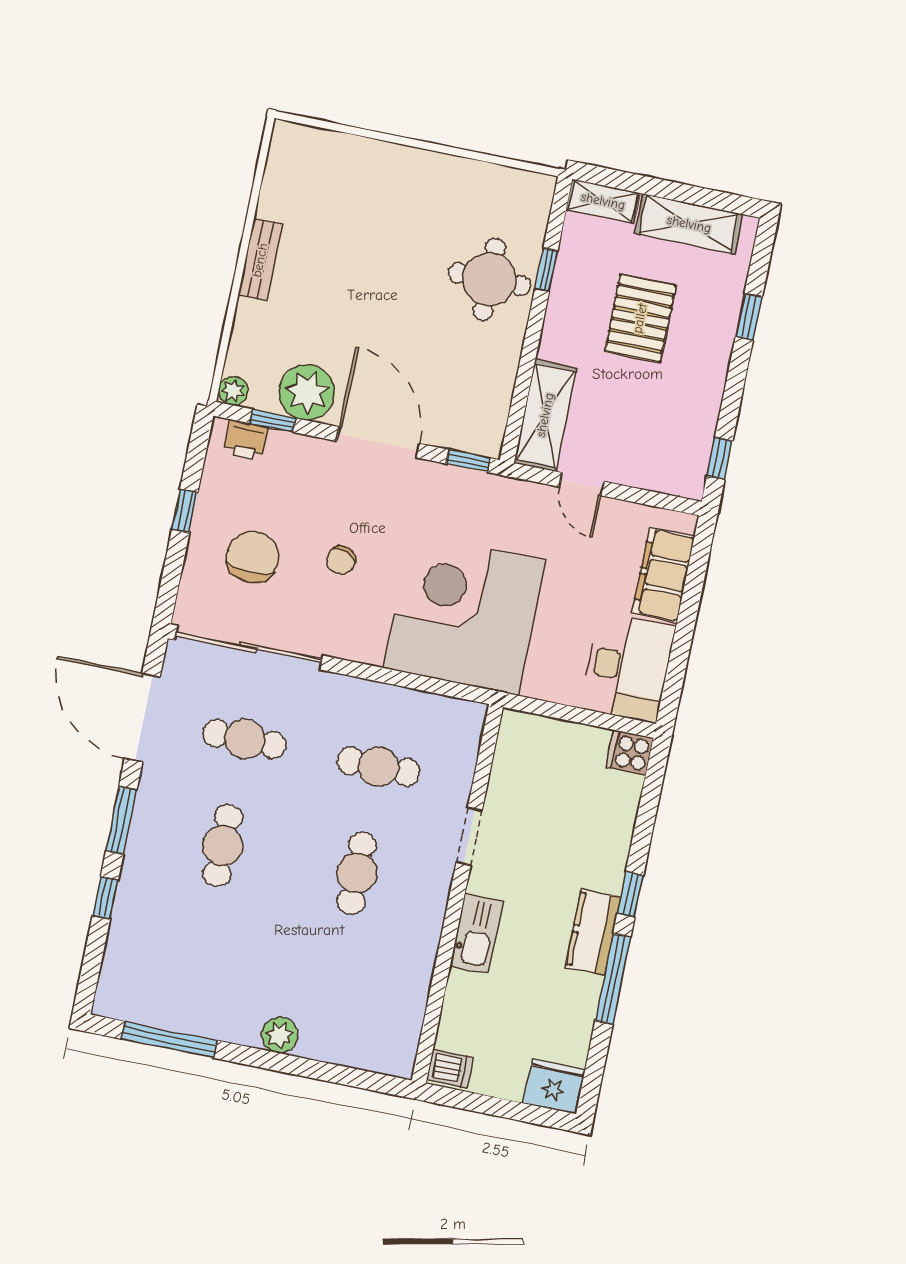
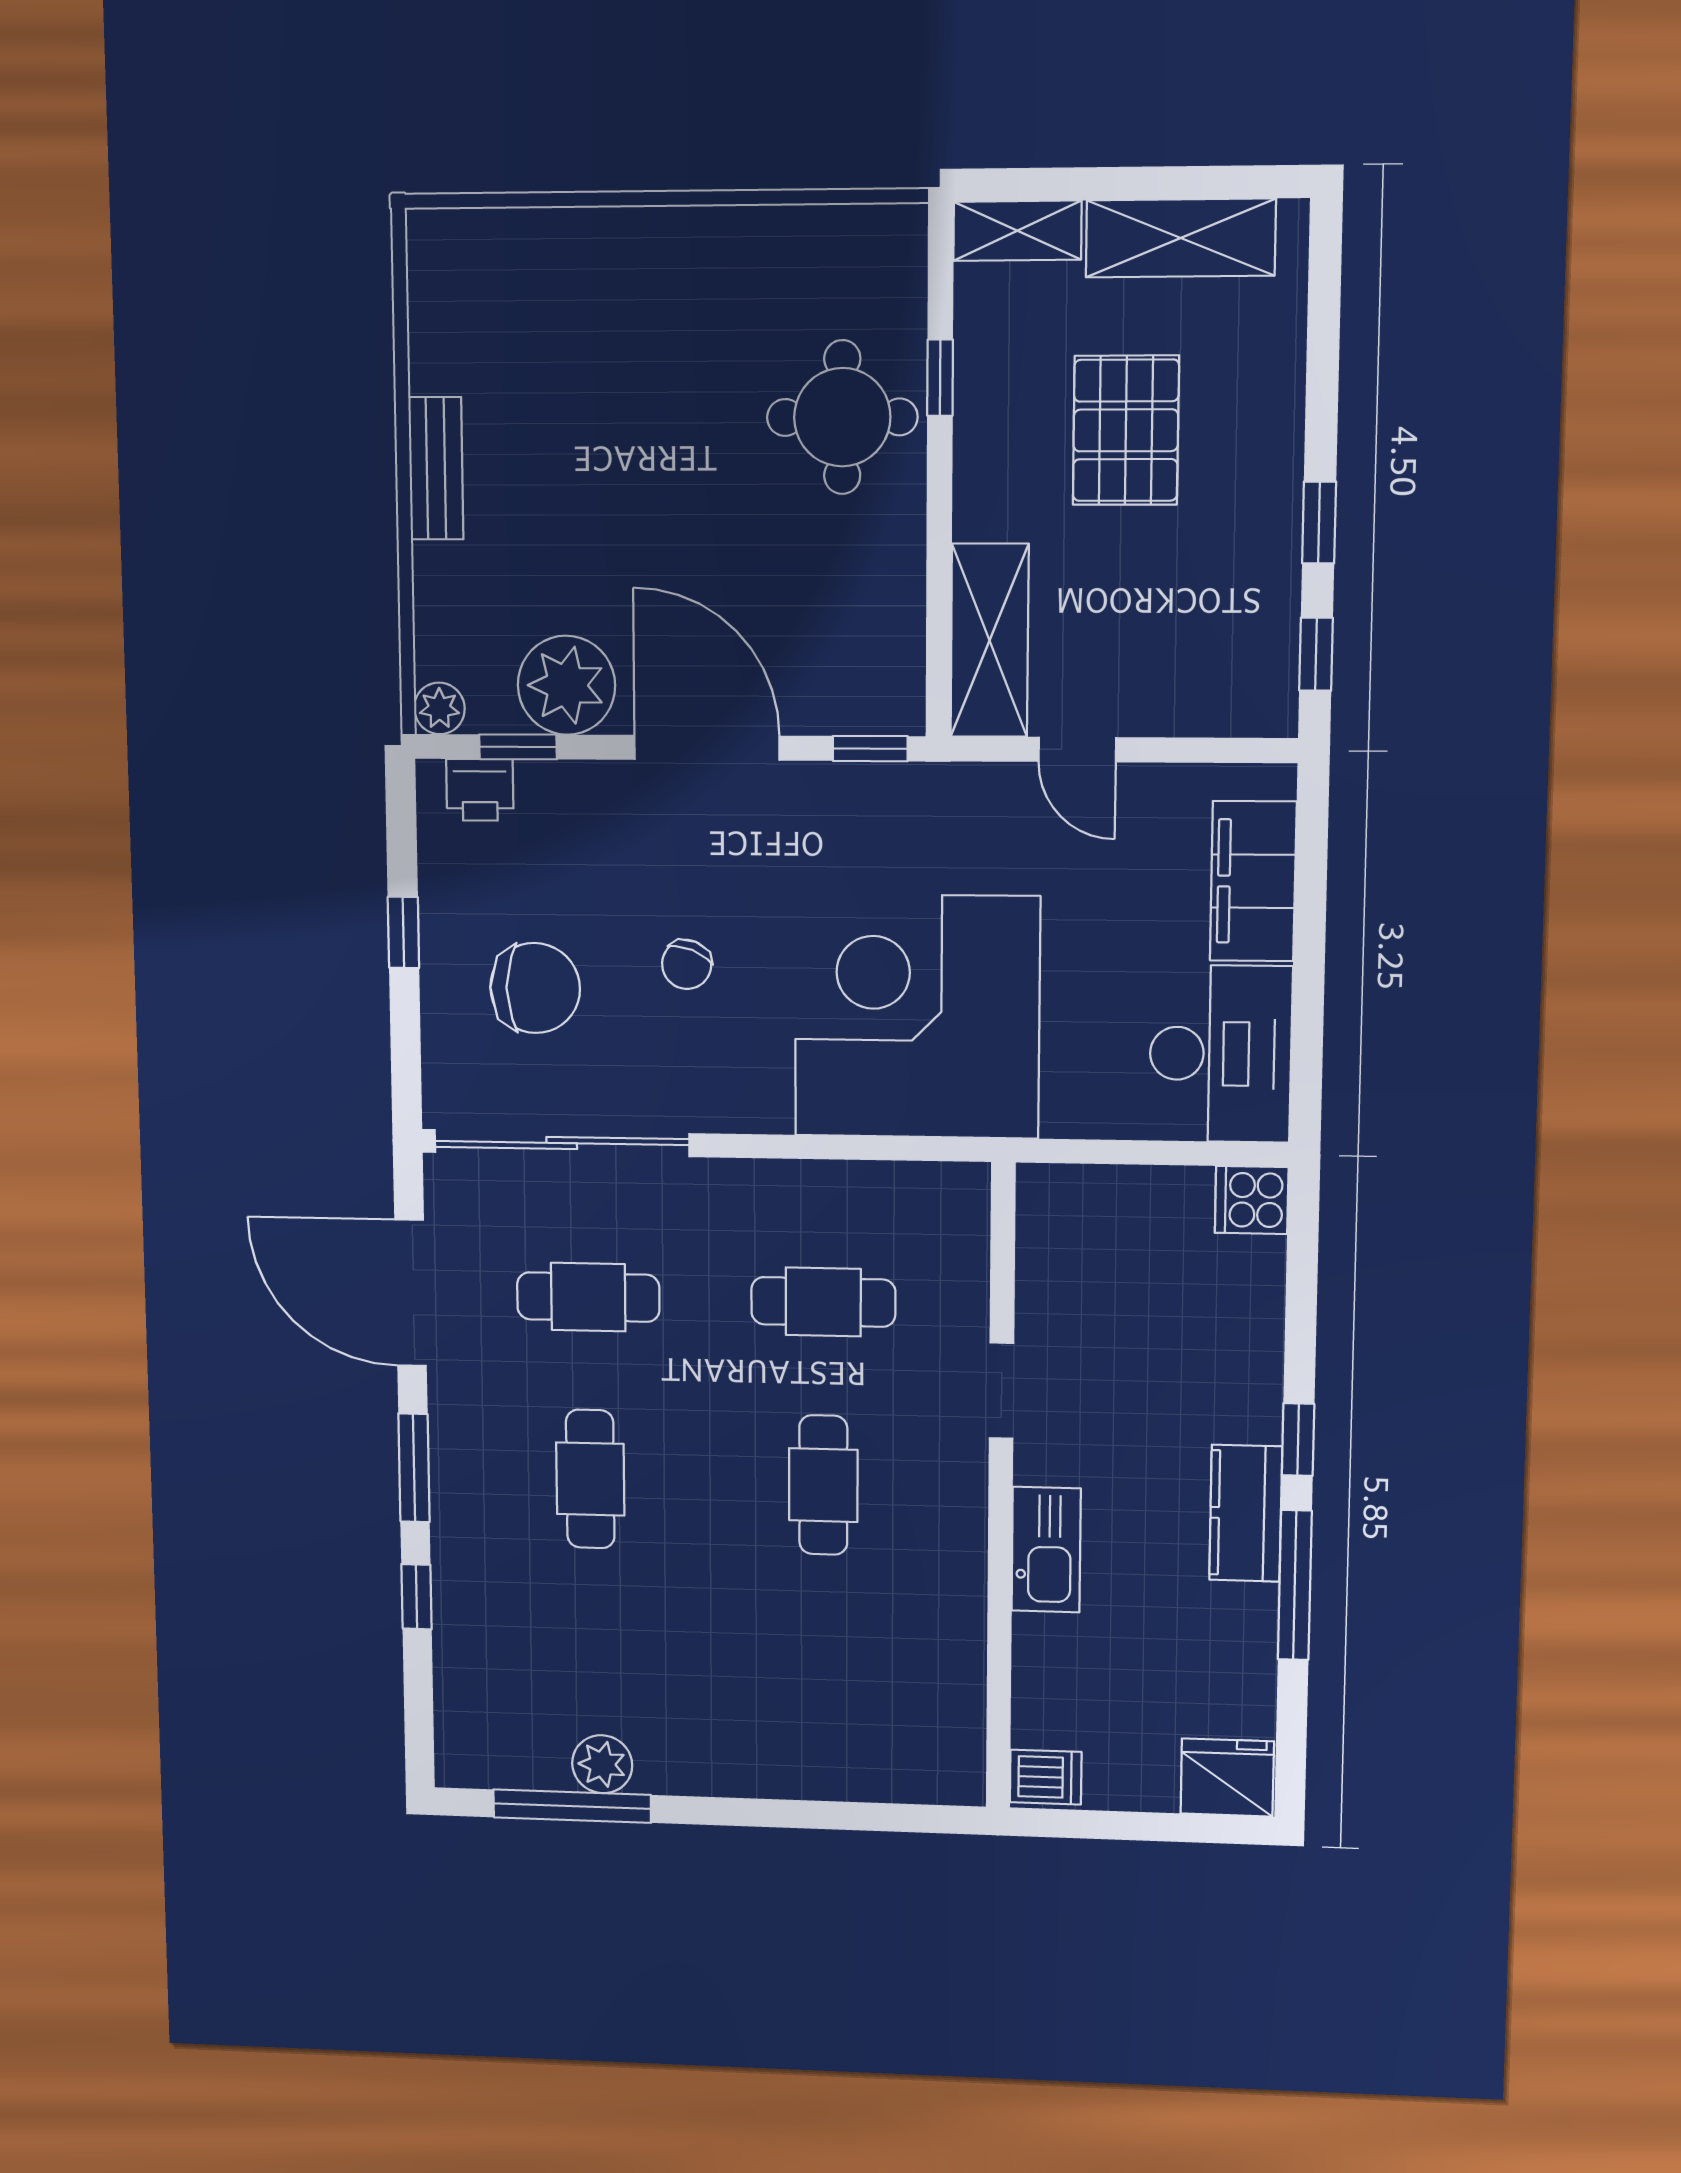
window: (749, 317) -> (1319, 522), moved
chair: (253, 557) -> (535, 988), turned 88
plant: (280, 1035) -> (602, 1764), moved

